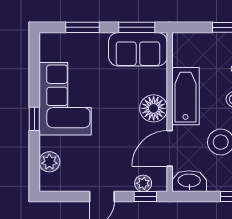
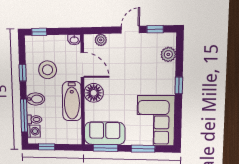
corner sofa: (65, 99) -> (156, 121), moved
door: (170, 148) -> (82, 65), hinge flipped
washbasin: (189, 181) -> (74, 40), width x0.52, depth x0.69
window: (145, 196) -> (155, 29), moved

